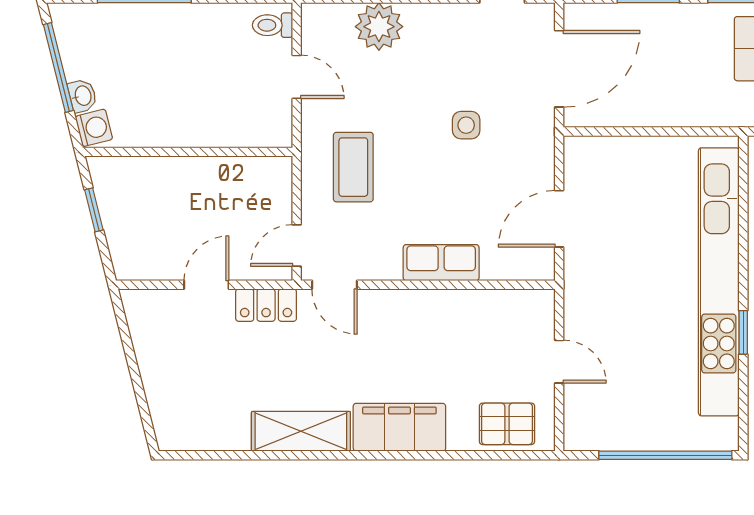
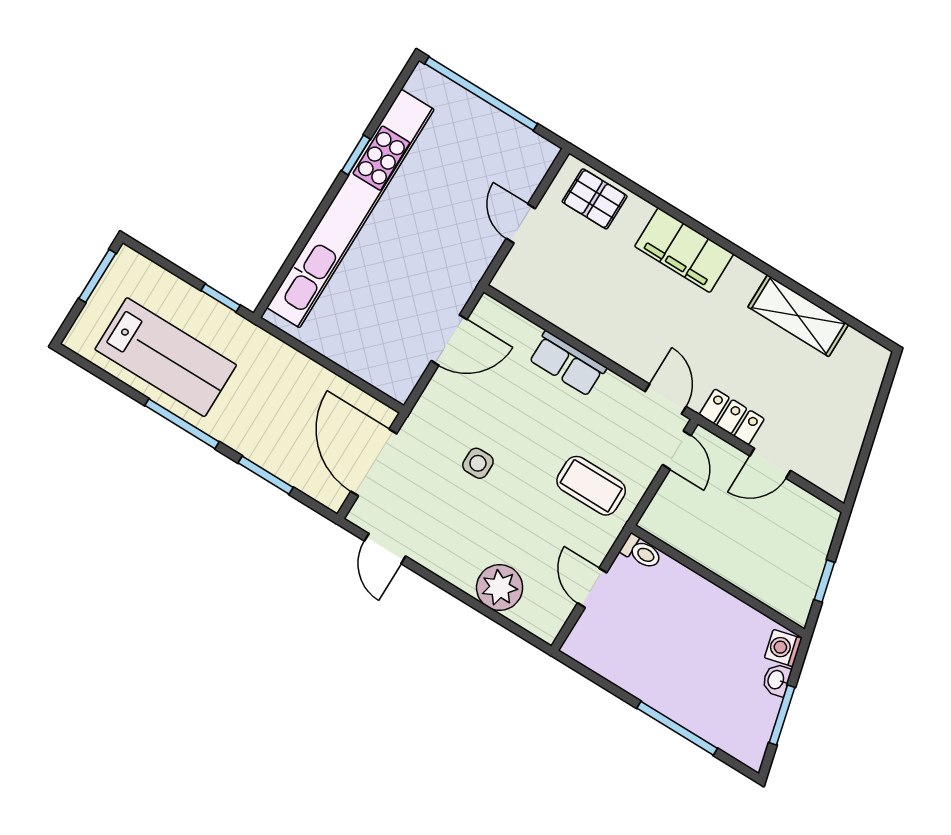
toilet: (273, 25) -> (641, 552), moved
window: (58, 68) -> (782, 715), width x0.69
door: (559, 69) -> (374, 463), hinge flipped
coffee table: (353, 167) -> (591, 486), turned 90
door: (297, 245) -> (677, 450), hinge flipped
shelving: (301, 431) -> (798, 316), moved

